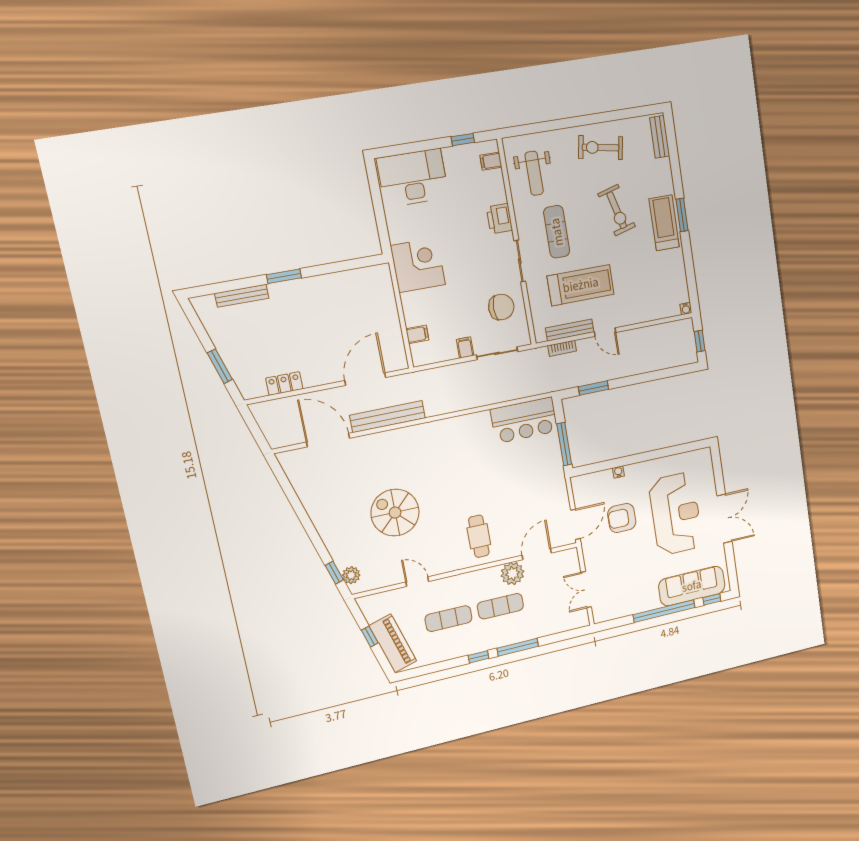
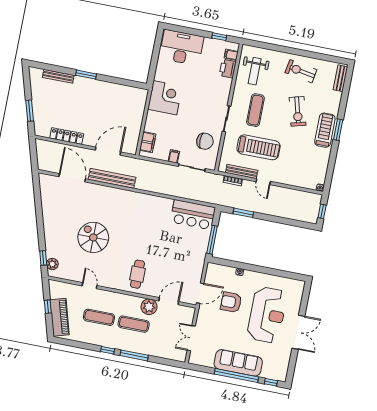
printer: (499, 219) -> (228, 69), moved
filing cabinet: (417, 334) -> (148, 142), width x2.00
locker: (284, 384) -> (67, 136), width x1.53
sofa: (692, 586) -> (238, 363), moved

